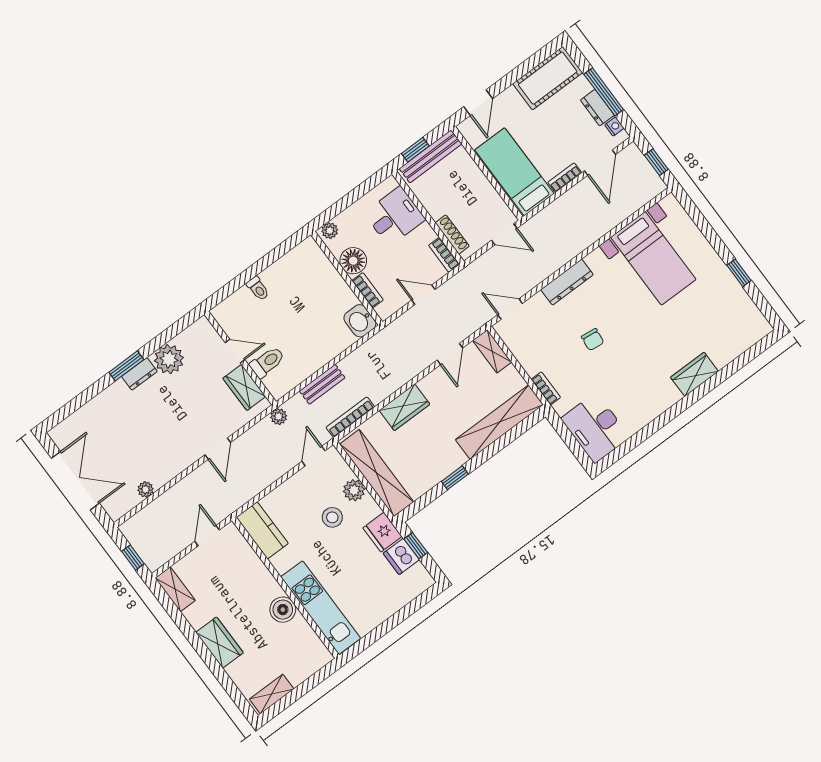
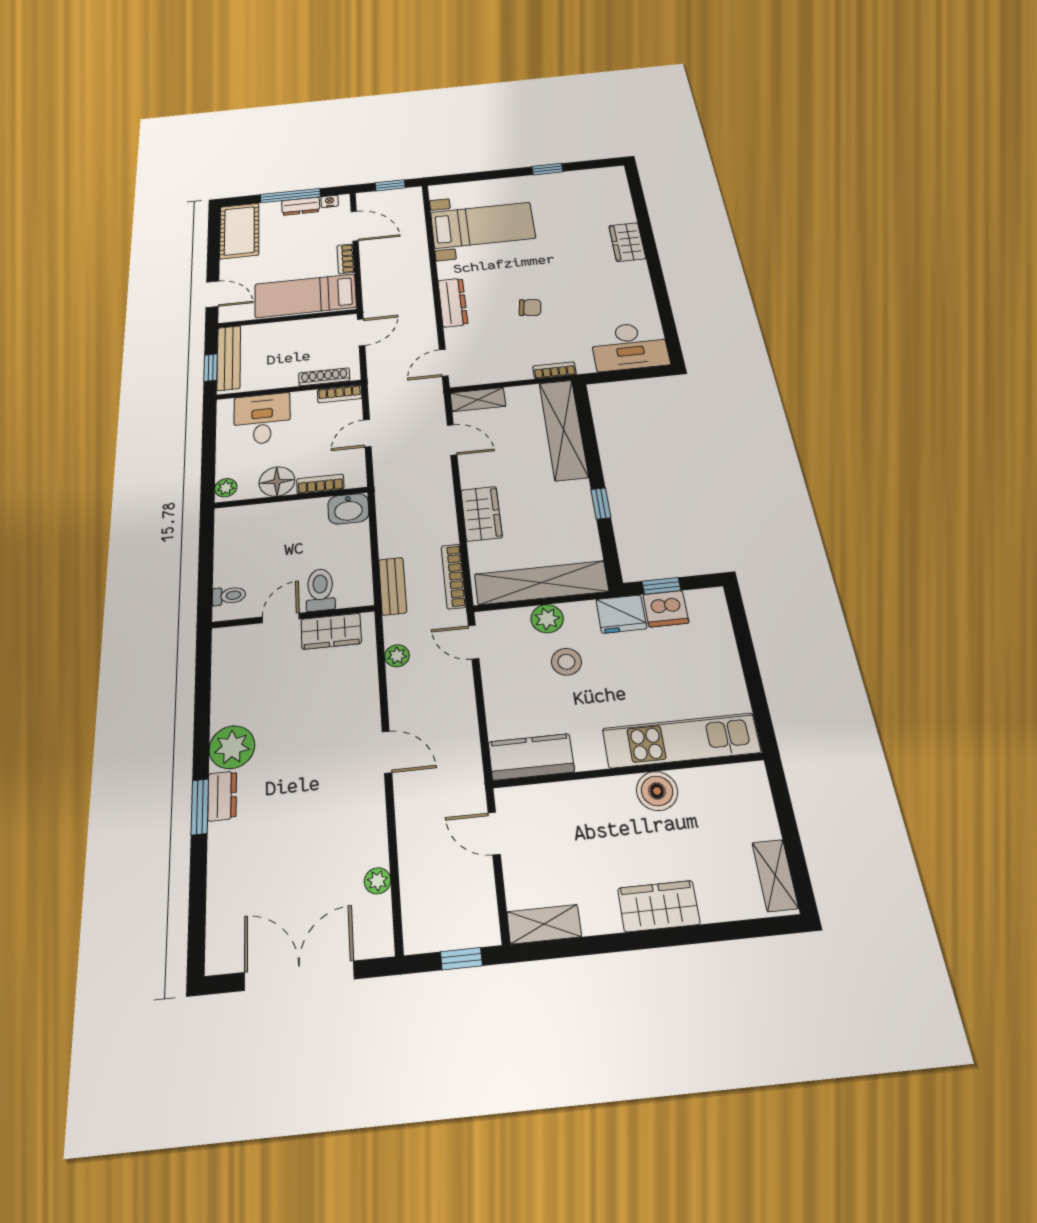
door: (235, 351) -> (281, 618), moved
wall: (240, 358) -> (293, 617), moved
toilet: (267, 362) -> (320, 590), moved
wardrobe: (244, 387) -> (331, 631), moved

